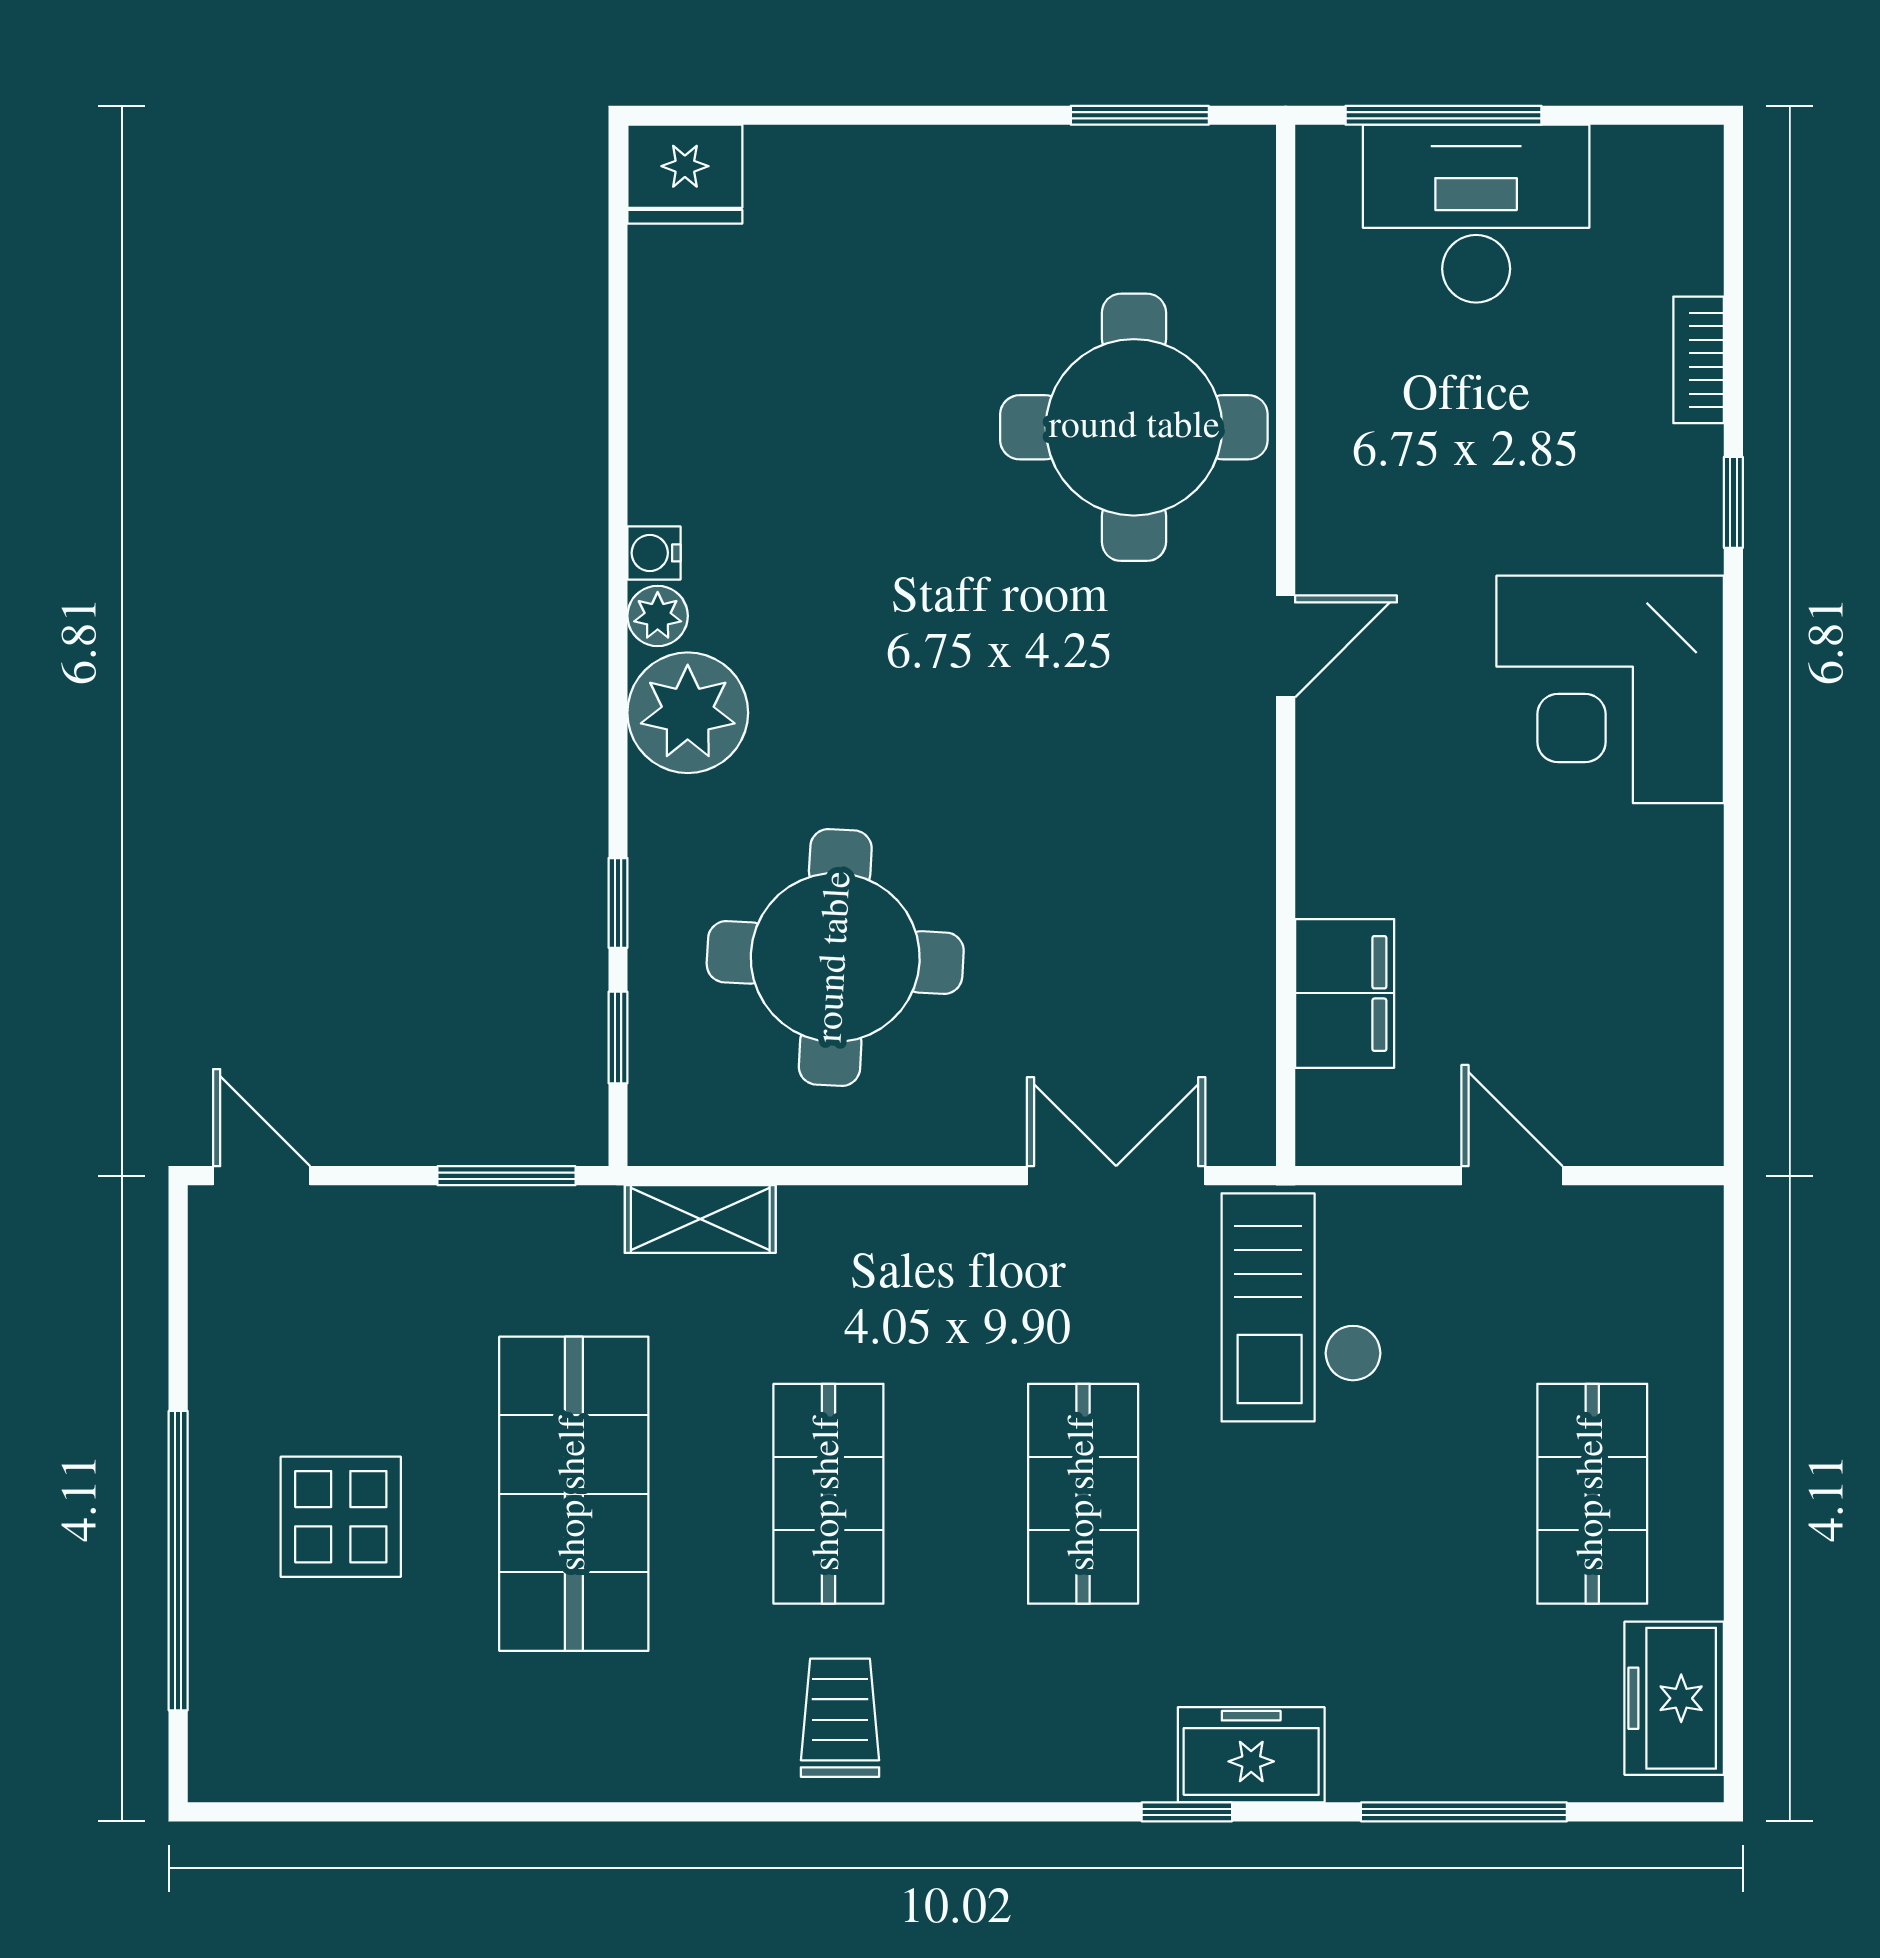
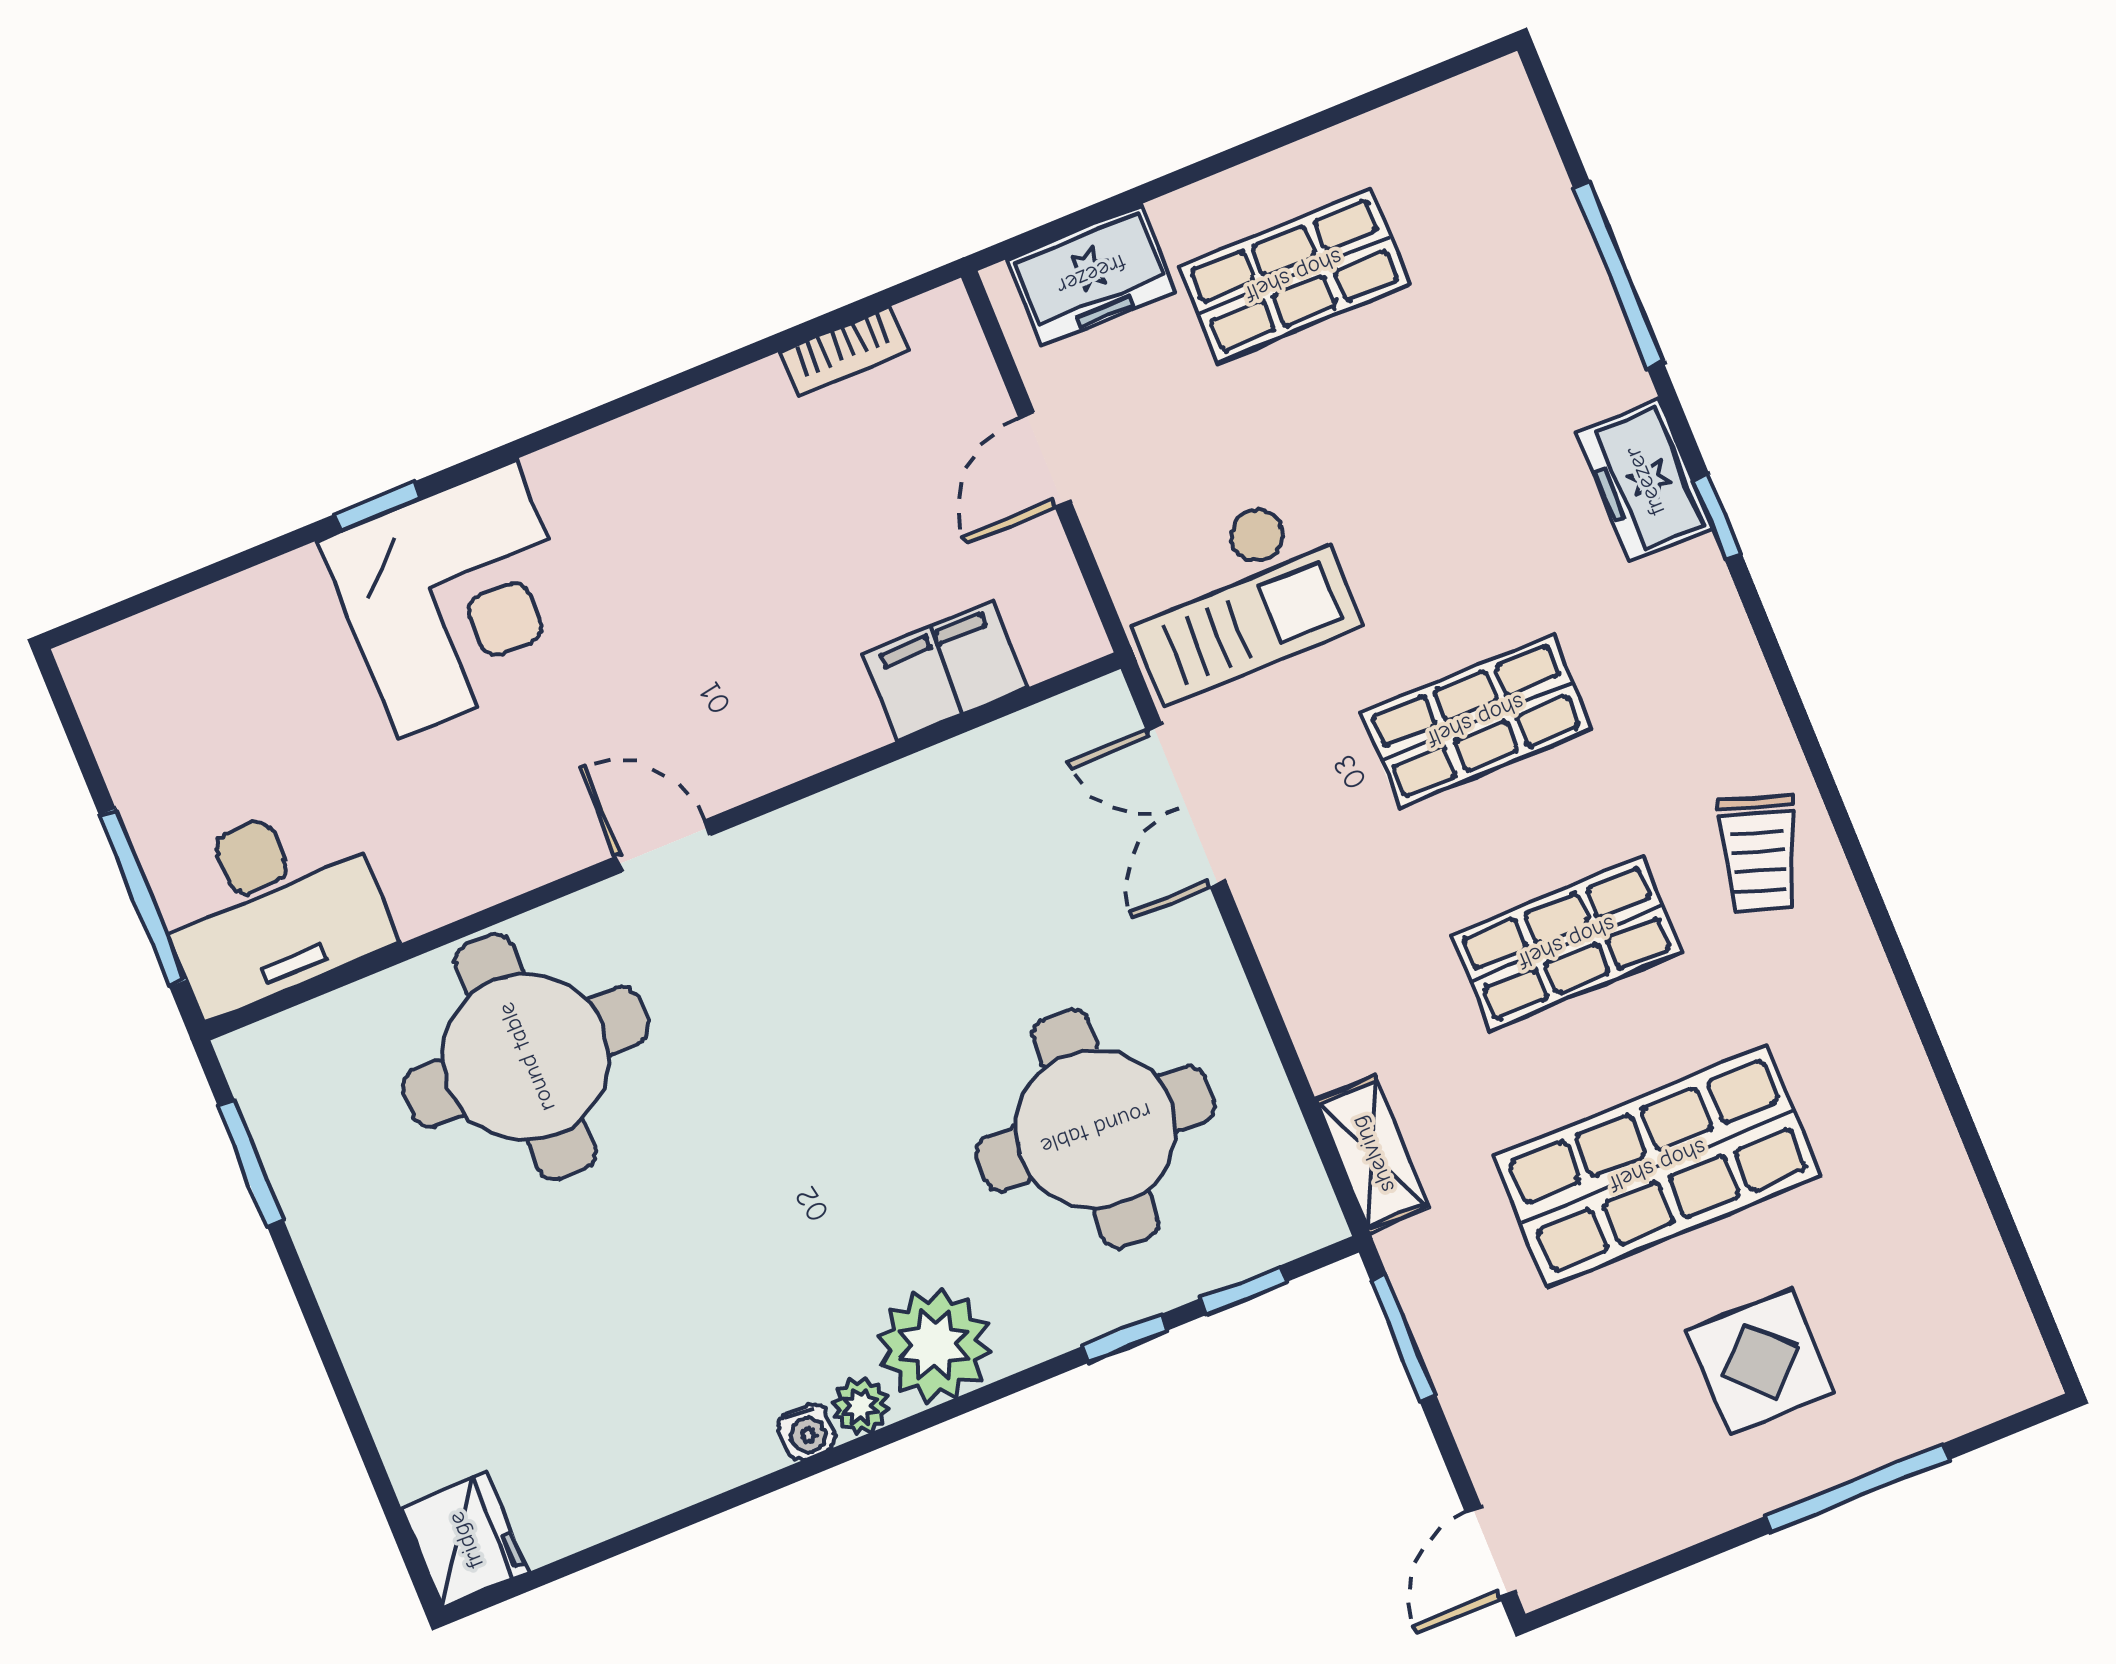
desk: (1476, 214) -> (271, 906), moved, turned -90
bookcase: (1699, 360) -> (844, 351), moved
corner desk: (1610, 689) -> (457, 599), moved
window: (178, 1561) -> (1857, 1488), width x0.68
freezer: (1674, 1698) -> (1091, 275), moved
trolley: (840, 1718) -> (1758, 854), turned -72

